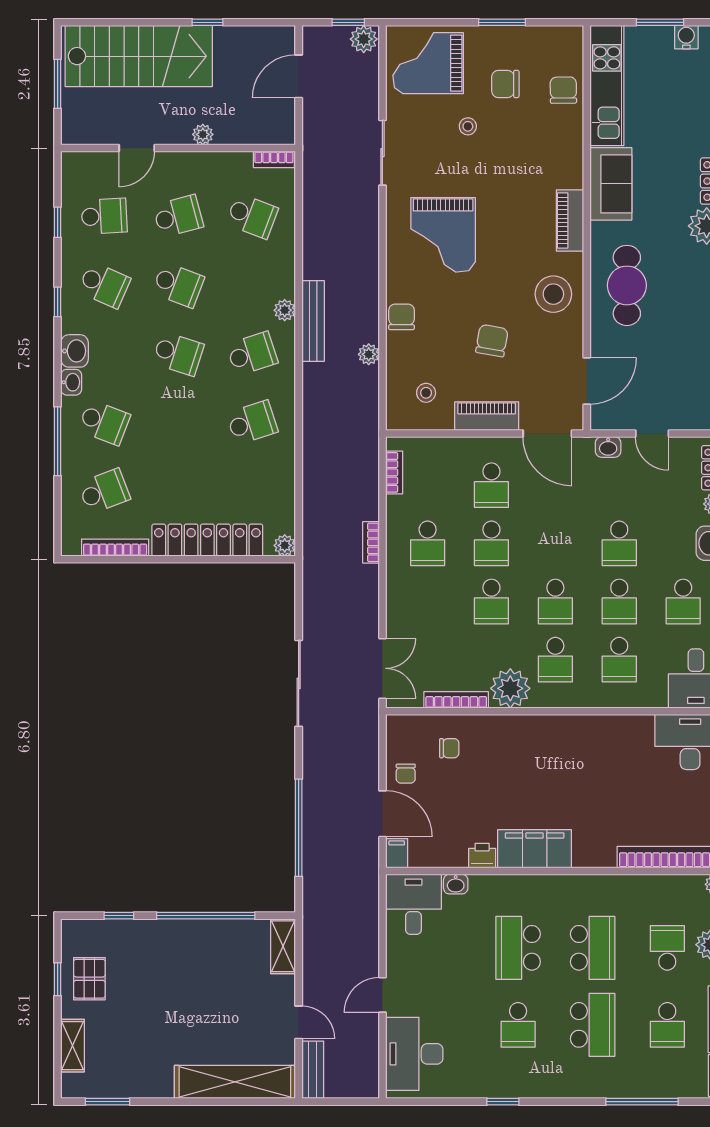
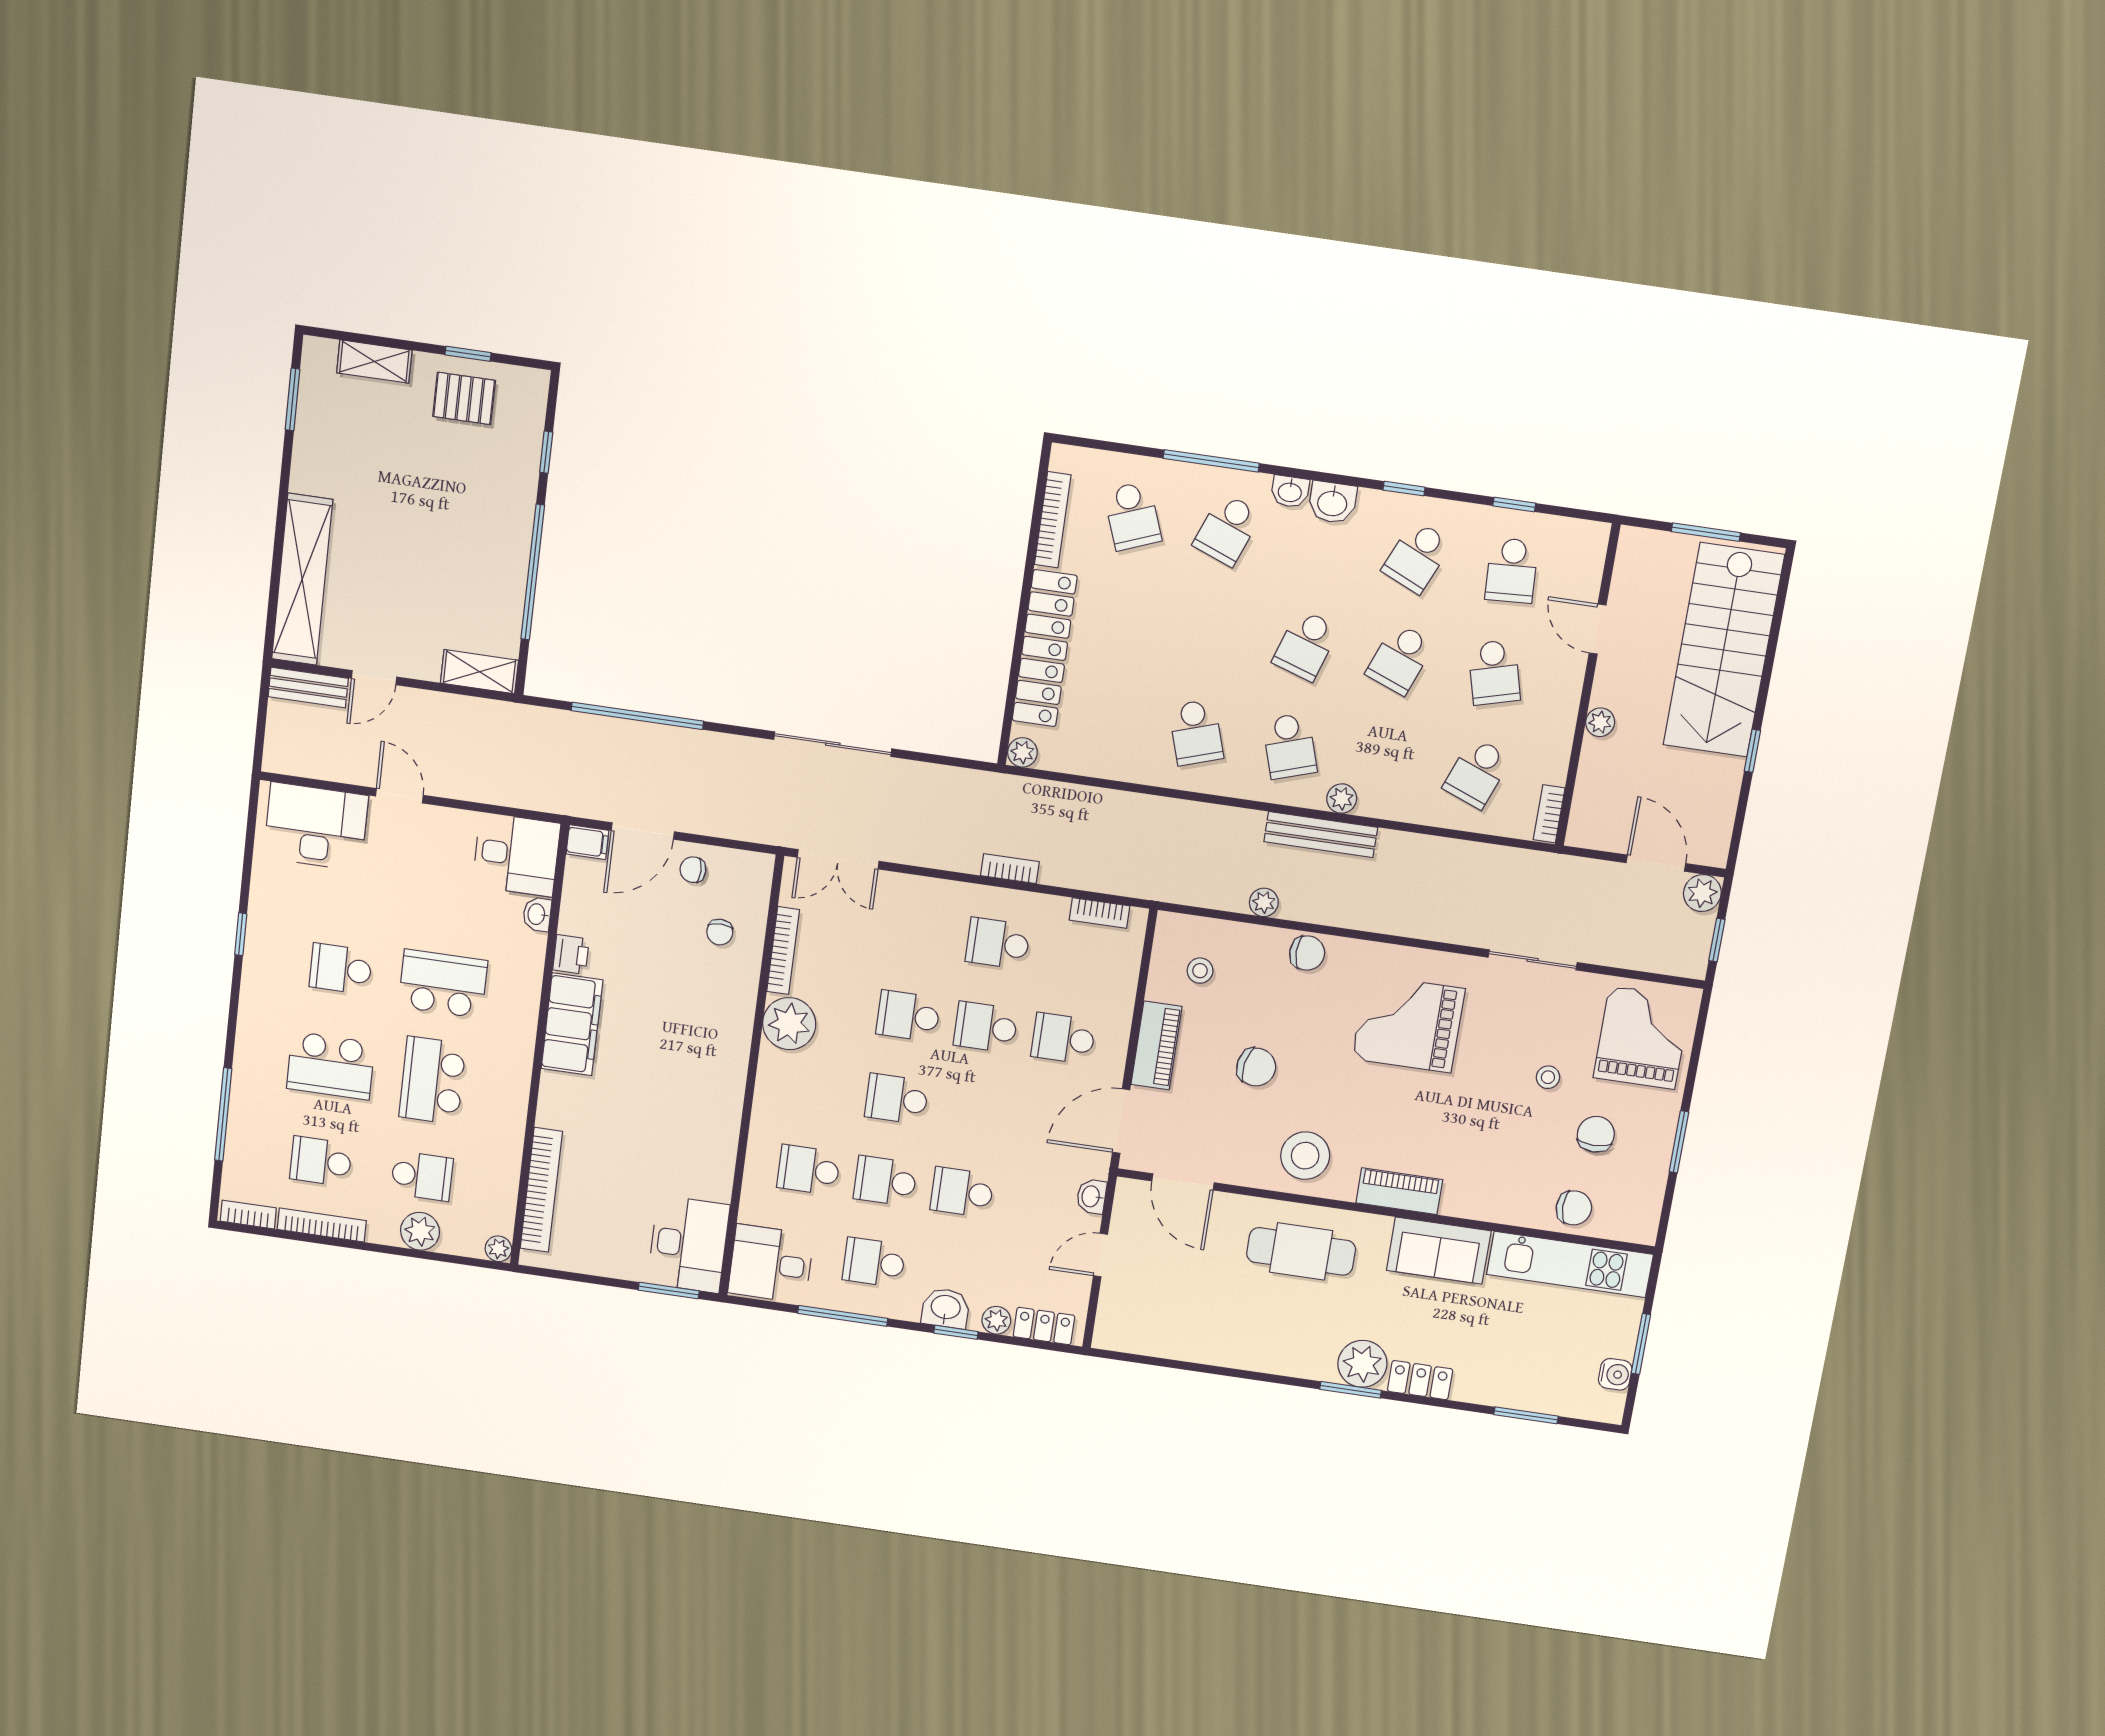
plant: (364, 39) -> (1702, 893), moved
school desk: (555, 660) -> (820, 1088), removed
school desk: (593, 948) -> (432, 1080), turned 90

